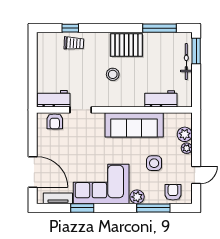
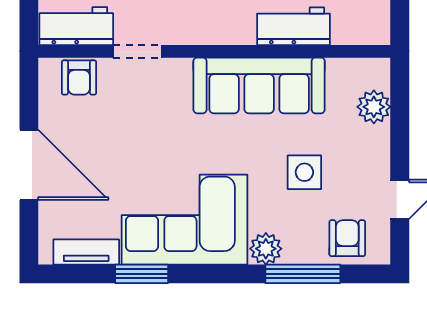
workbench: (161, 99) -> (294, 26), moved
plant: (187, 148) -> (378, 138), removed
door: (33, 172) -> (29, 165), moved

